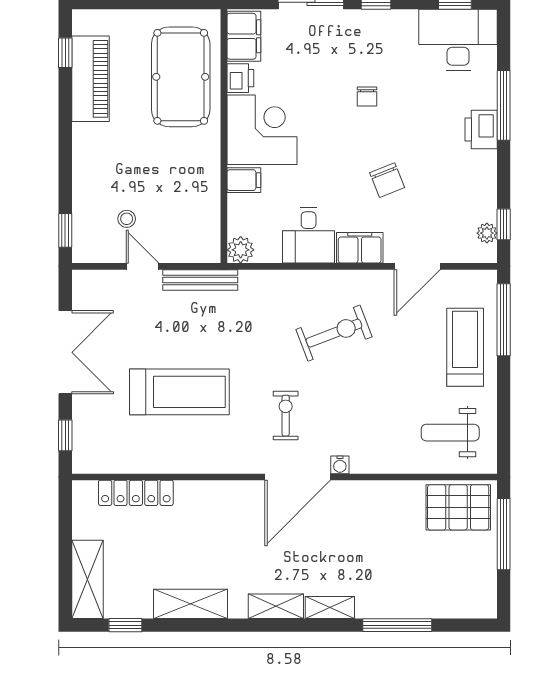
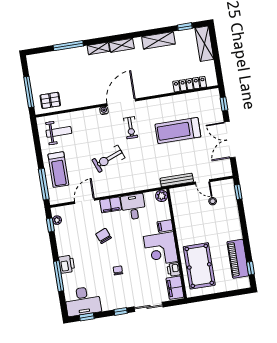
exercise bike: (334, 333) -> (108, 159), moved
pallet: (458, 507) -> (50, 100), width x0.67, depth x0.71

